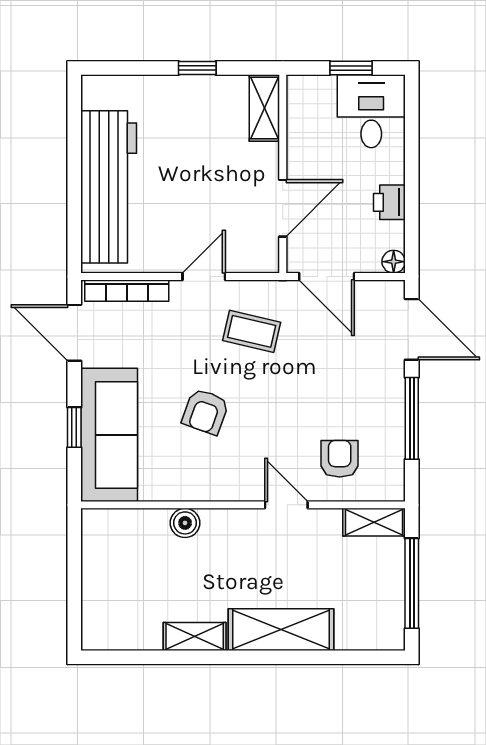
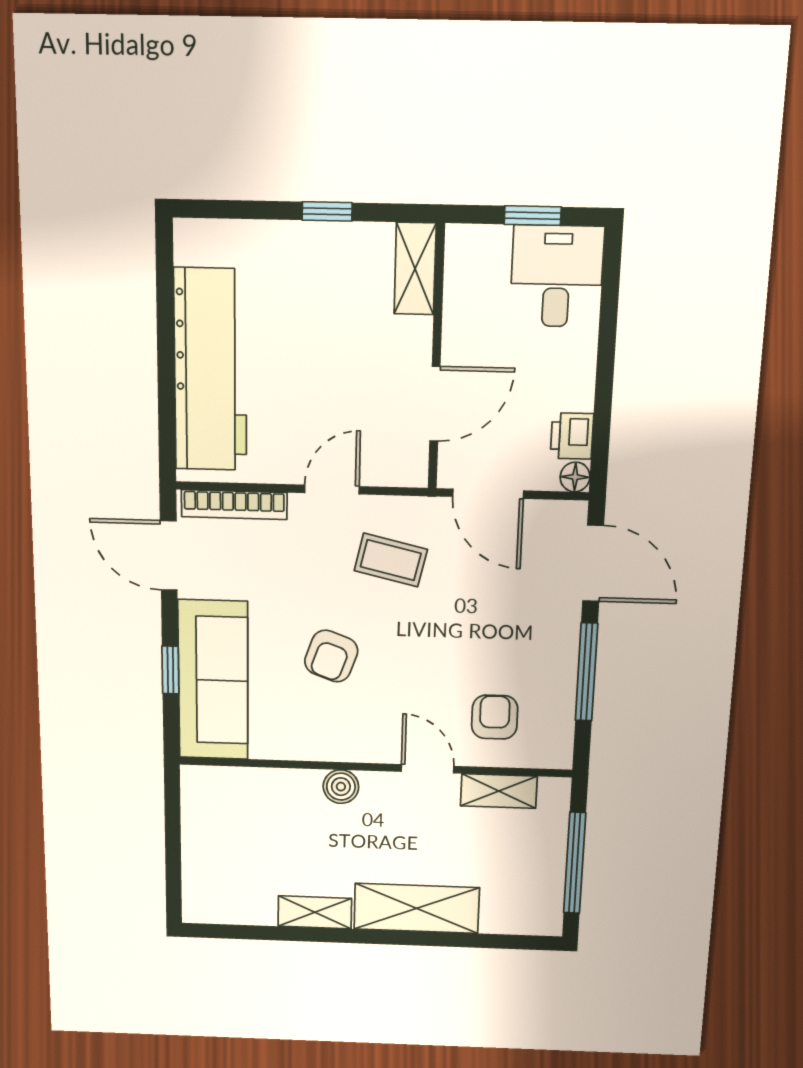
printer: (389, 202) -> (572, 436), moved
shelving: (374, 522) -> (499, 791), moved
boiler: (185, 523) -> (341, 787), moved

